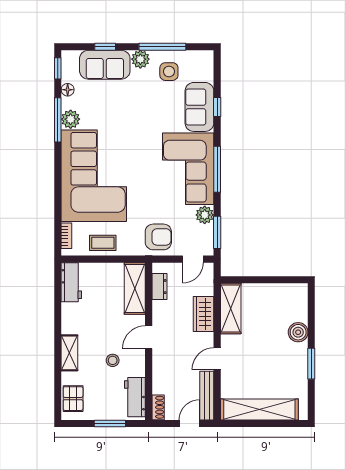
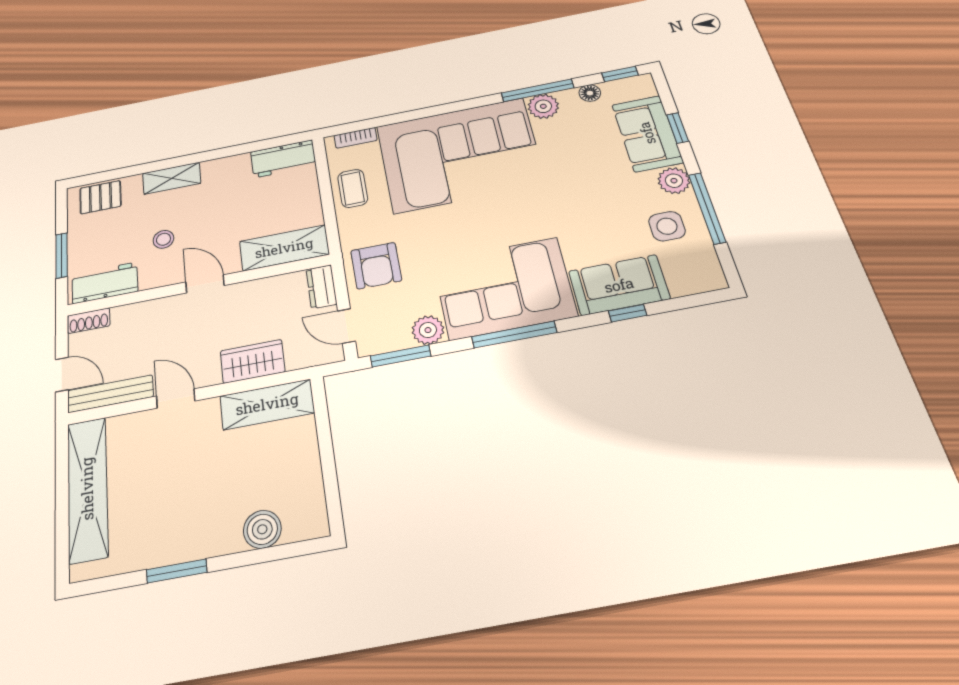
dresser: (159, 287) -> (321, 287), moved, turned 90
boiler: (298, 332) -> (262, 529), moved

